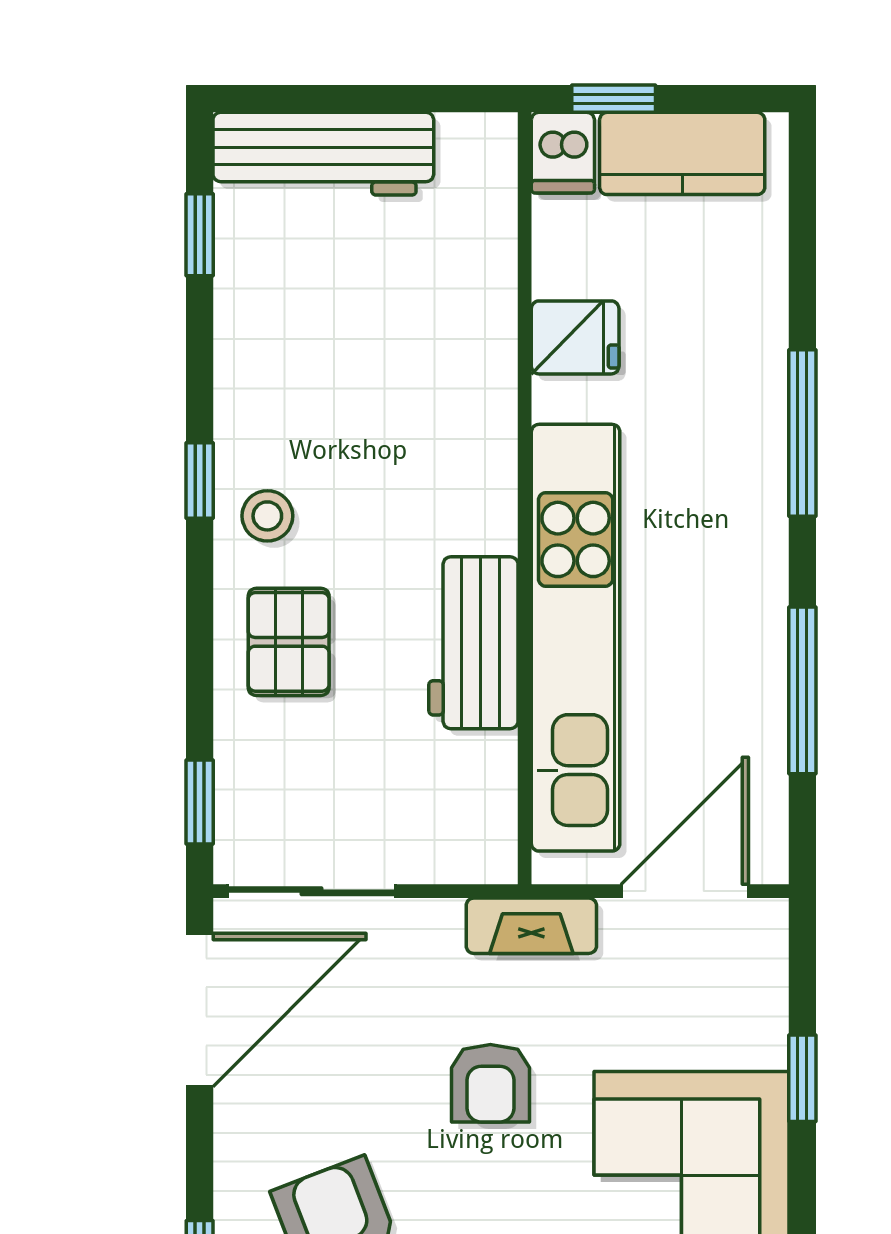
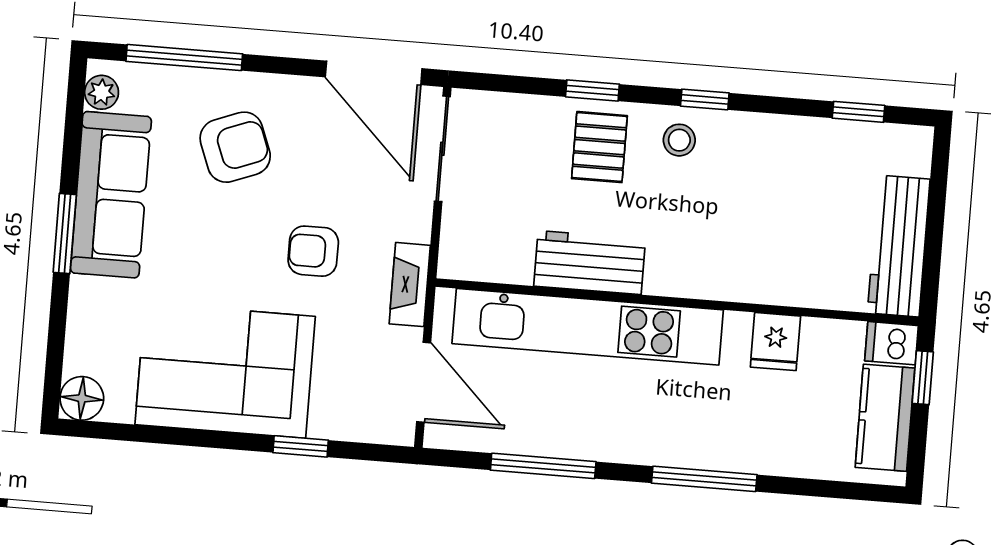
workbench: (323, 154) -> (899, 246), moved
pallet: (289, 642) -> (599, 147), turned 90
window: (200, 802) -> (592, 90), moved

